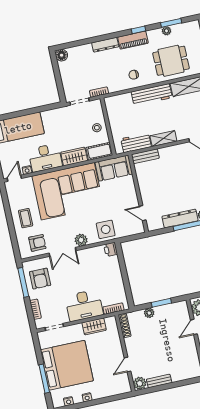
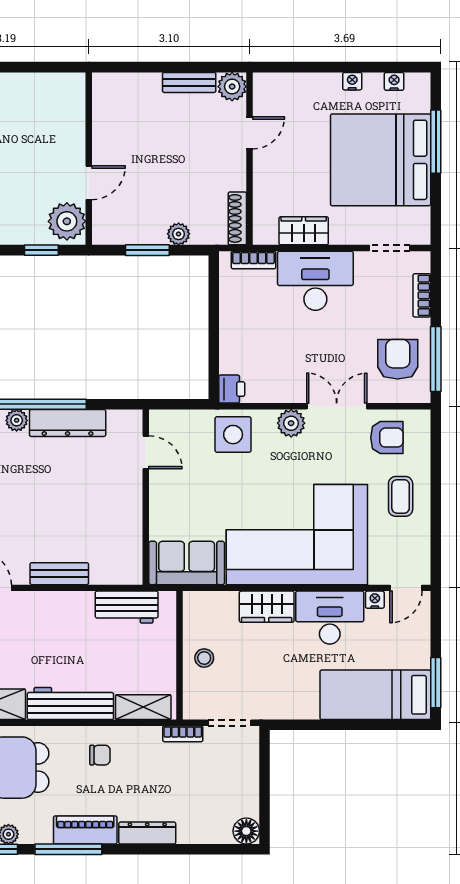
window: (139, 30) -> (68, 849), width x2.17
shelving: (163, 138) -> (143, 707), moved
cot: (99, 151) -> (210, 606), removed
bench: (145, 156) -> (59, 574), moved
armchair: (37, 243) -> (387, 438), turned 180

